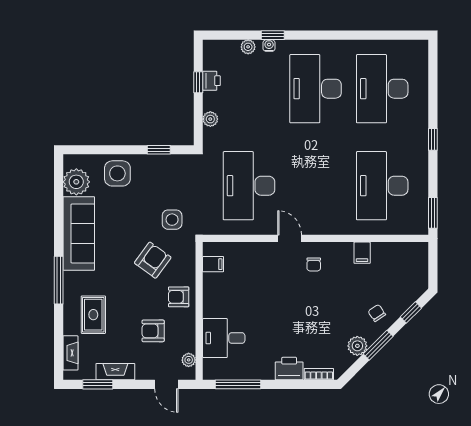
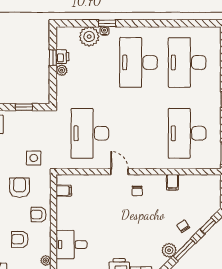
plant: (248, 47) -> (89, 37), width x1.87, depth x1.87
plant: (210, 119) -> (62, 70), moved
armchair: (153, 260) -> (20, 188), turned -36

